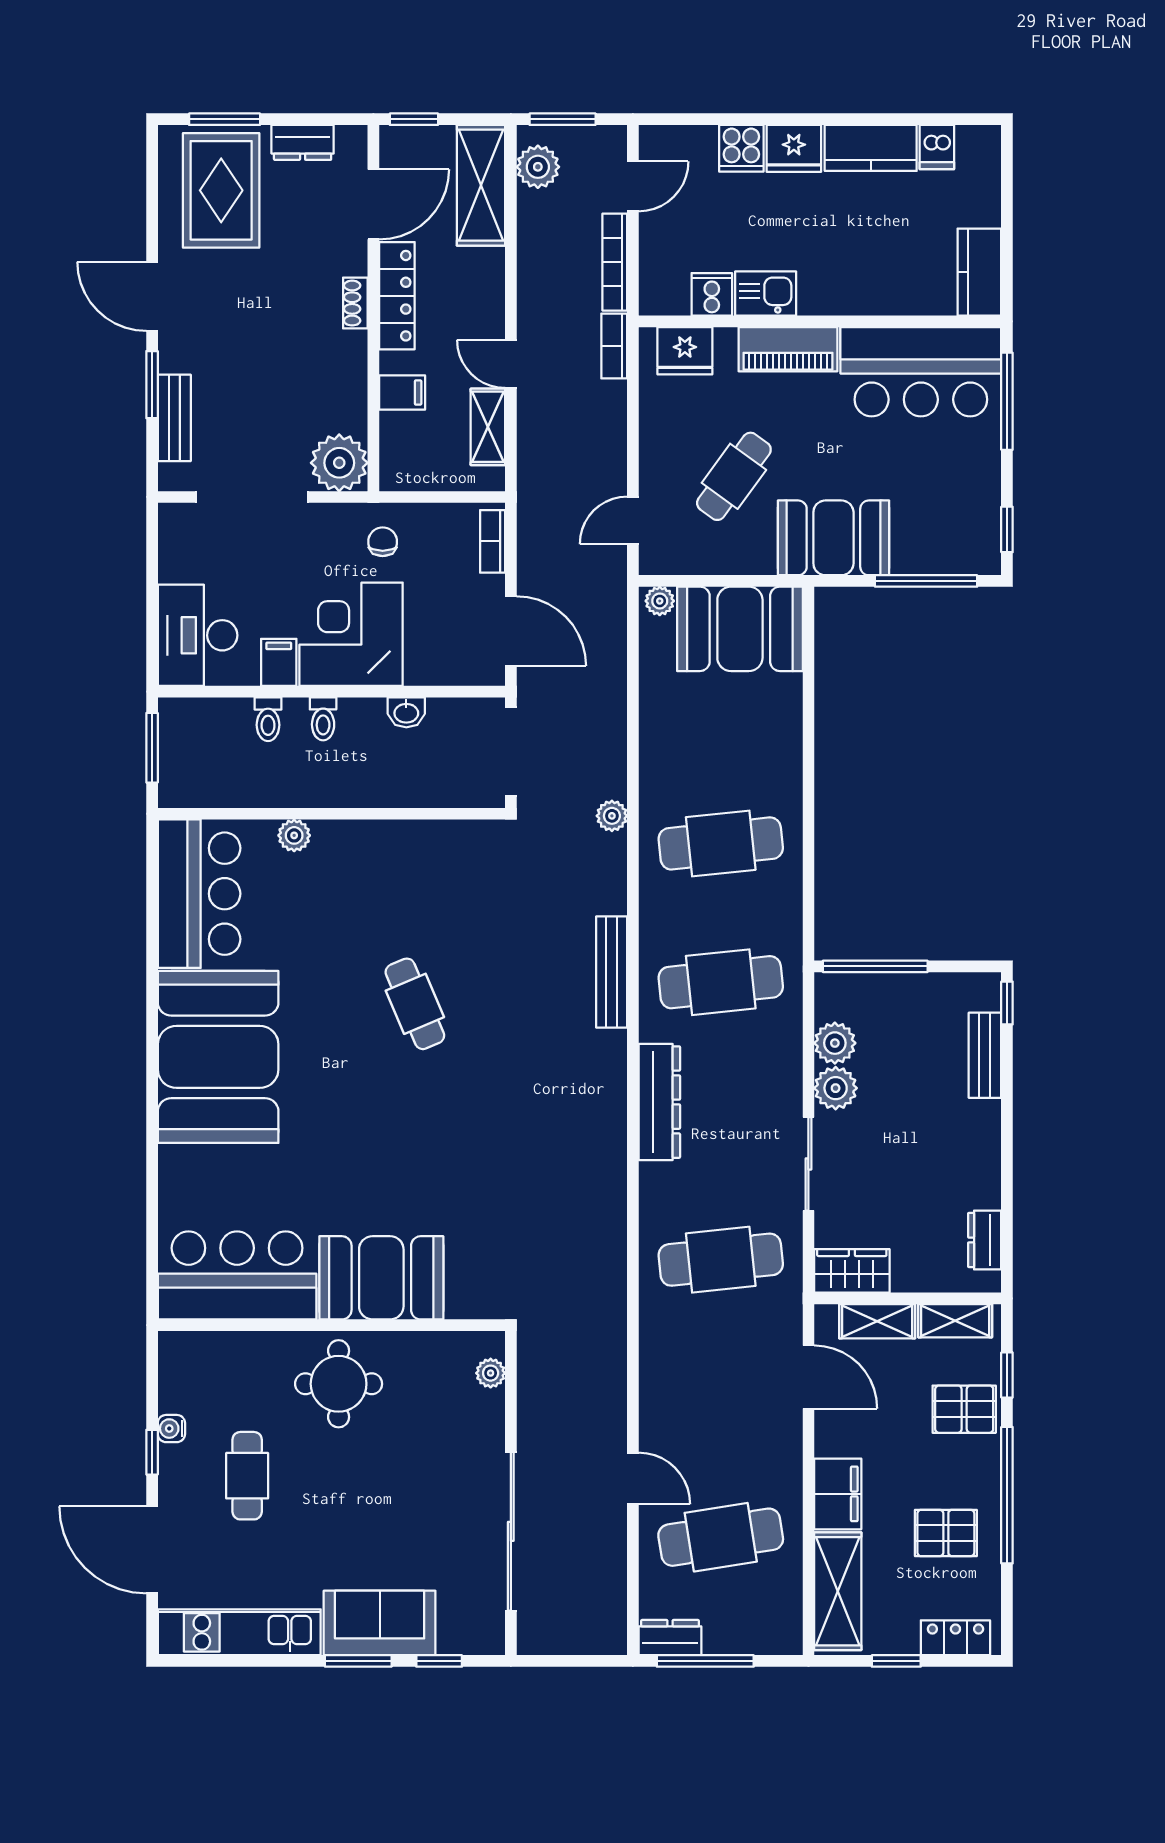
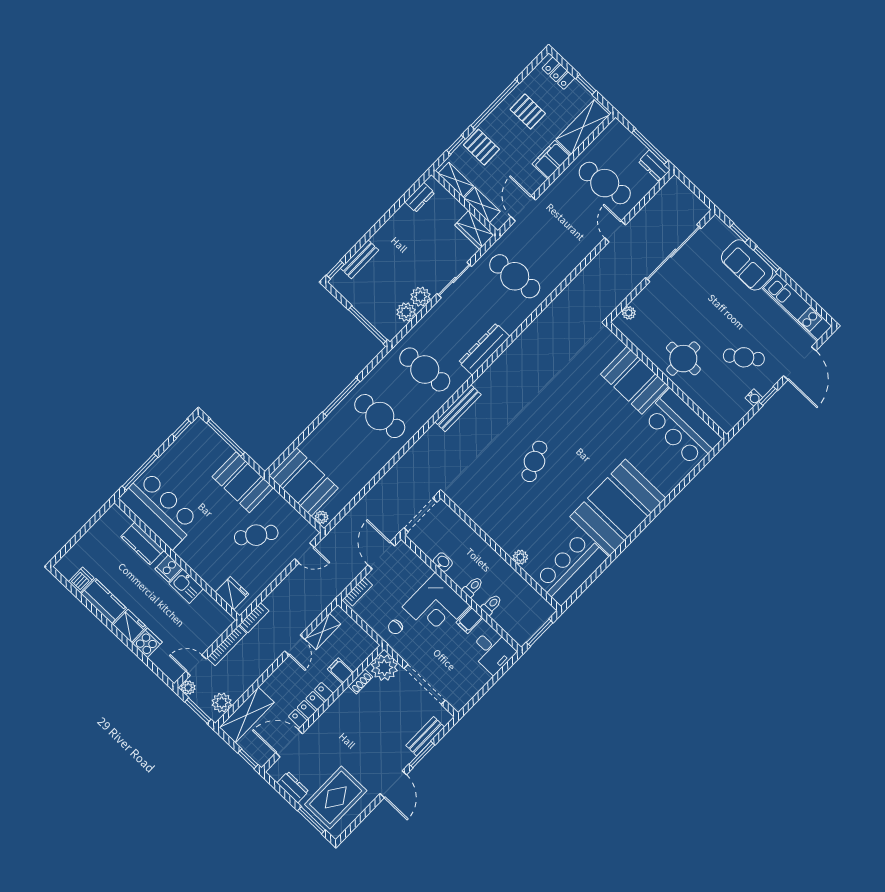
kitchen counter: (979, 272) -> (142, 544), moved, turned 90
cooker: (712, 294) -> (168, 568), moved
shoe rack: (355, 303) -> (360, 682), moved
piano: (788, 349) -> (197, 560), removed
desk: (198, 635) -> (492, 651), width x0.73
plant: (612, 816) -> (188, 688), moved
window: (808, 816) -> (341, 397), added
cafe table: (247, 1476) -> (744, 357), turned 53

